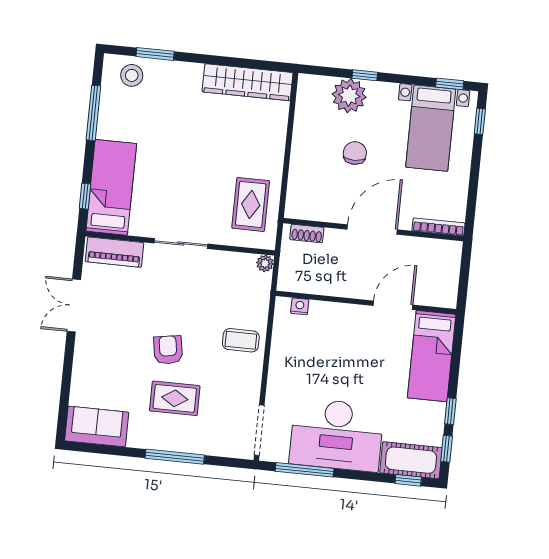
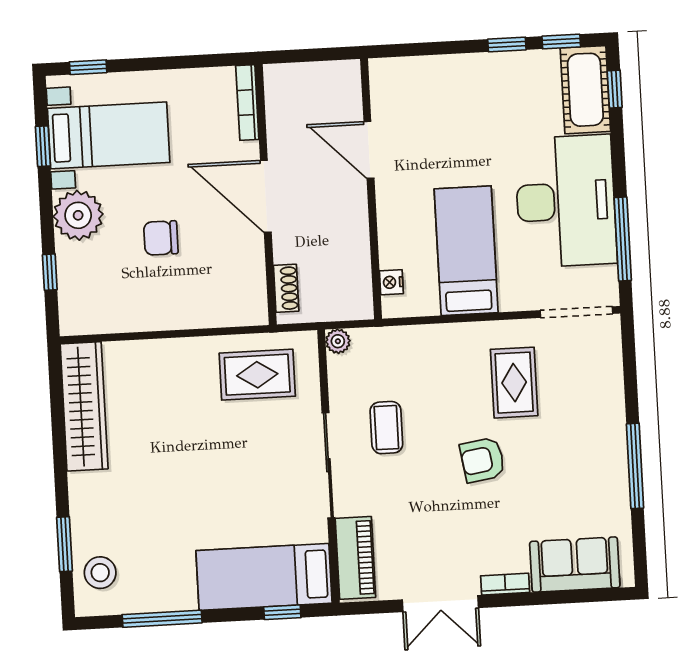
window: (365, 75) -> (50, 272), moved
window: (450, 84) -> (43, 146), moved
plant: (349, 96) -> (78, 215), moved
sliding door: (181, 244) -> (328, 465), width x1.37
coffee table: (241, 340) -> (386, 428), moved
bookcase: (80, 352) -> (505, 584), added
bed: (432, 356) -> (466, 251), moved, turned -90
rug: (175, 398) -> (514, 383), moved
sofa: (97, 426) -> (575, 565), moved, turned 90
window: (175, 457) -> (635, 466), moved

